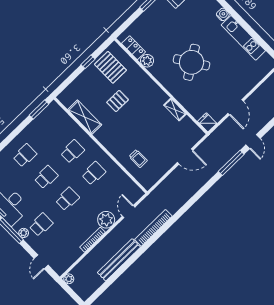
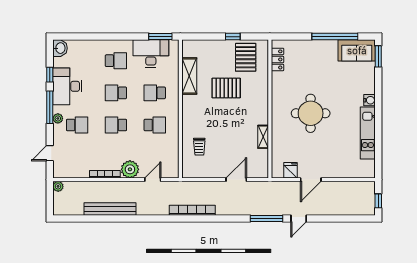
plant: (147, 61) -> (278, 79), removed
round table: (192, 62) -> (311, 113), turned 33
pallet: (118, 101) -> (226, 88), width x1.50, depth x1.42
fridge: (207, 122) -> (291, 170), moved
desk: (44, 127) -> (151, 54), added
school desk: (72, 152) -> (155, 93), turned 180
door: (185, 156) -> (236, 180), swing flipped
school desk: (46, 177) -> (116, 93), turned 180
school desk: (67, 199) -> (116, 125), turned 180
bookcase: (153, 228) -> (192, 210), moved

